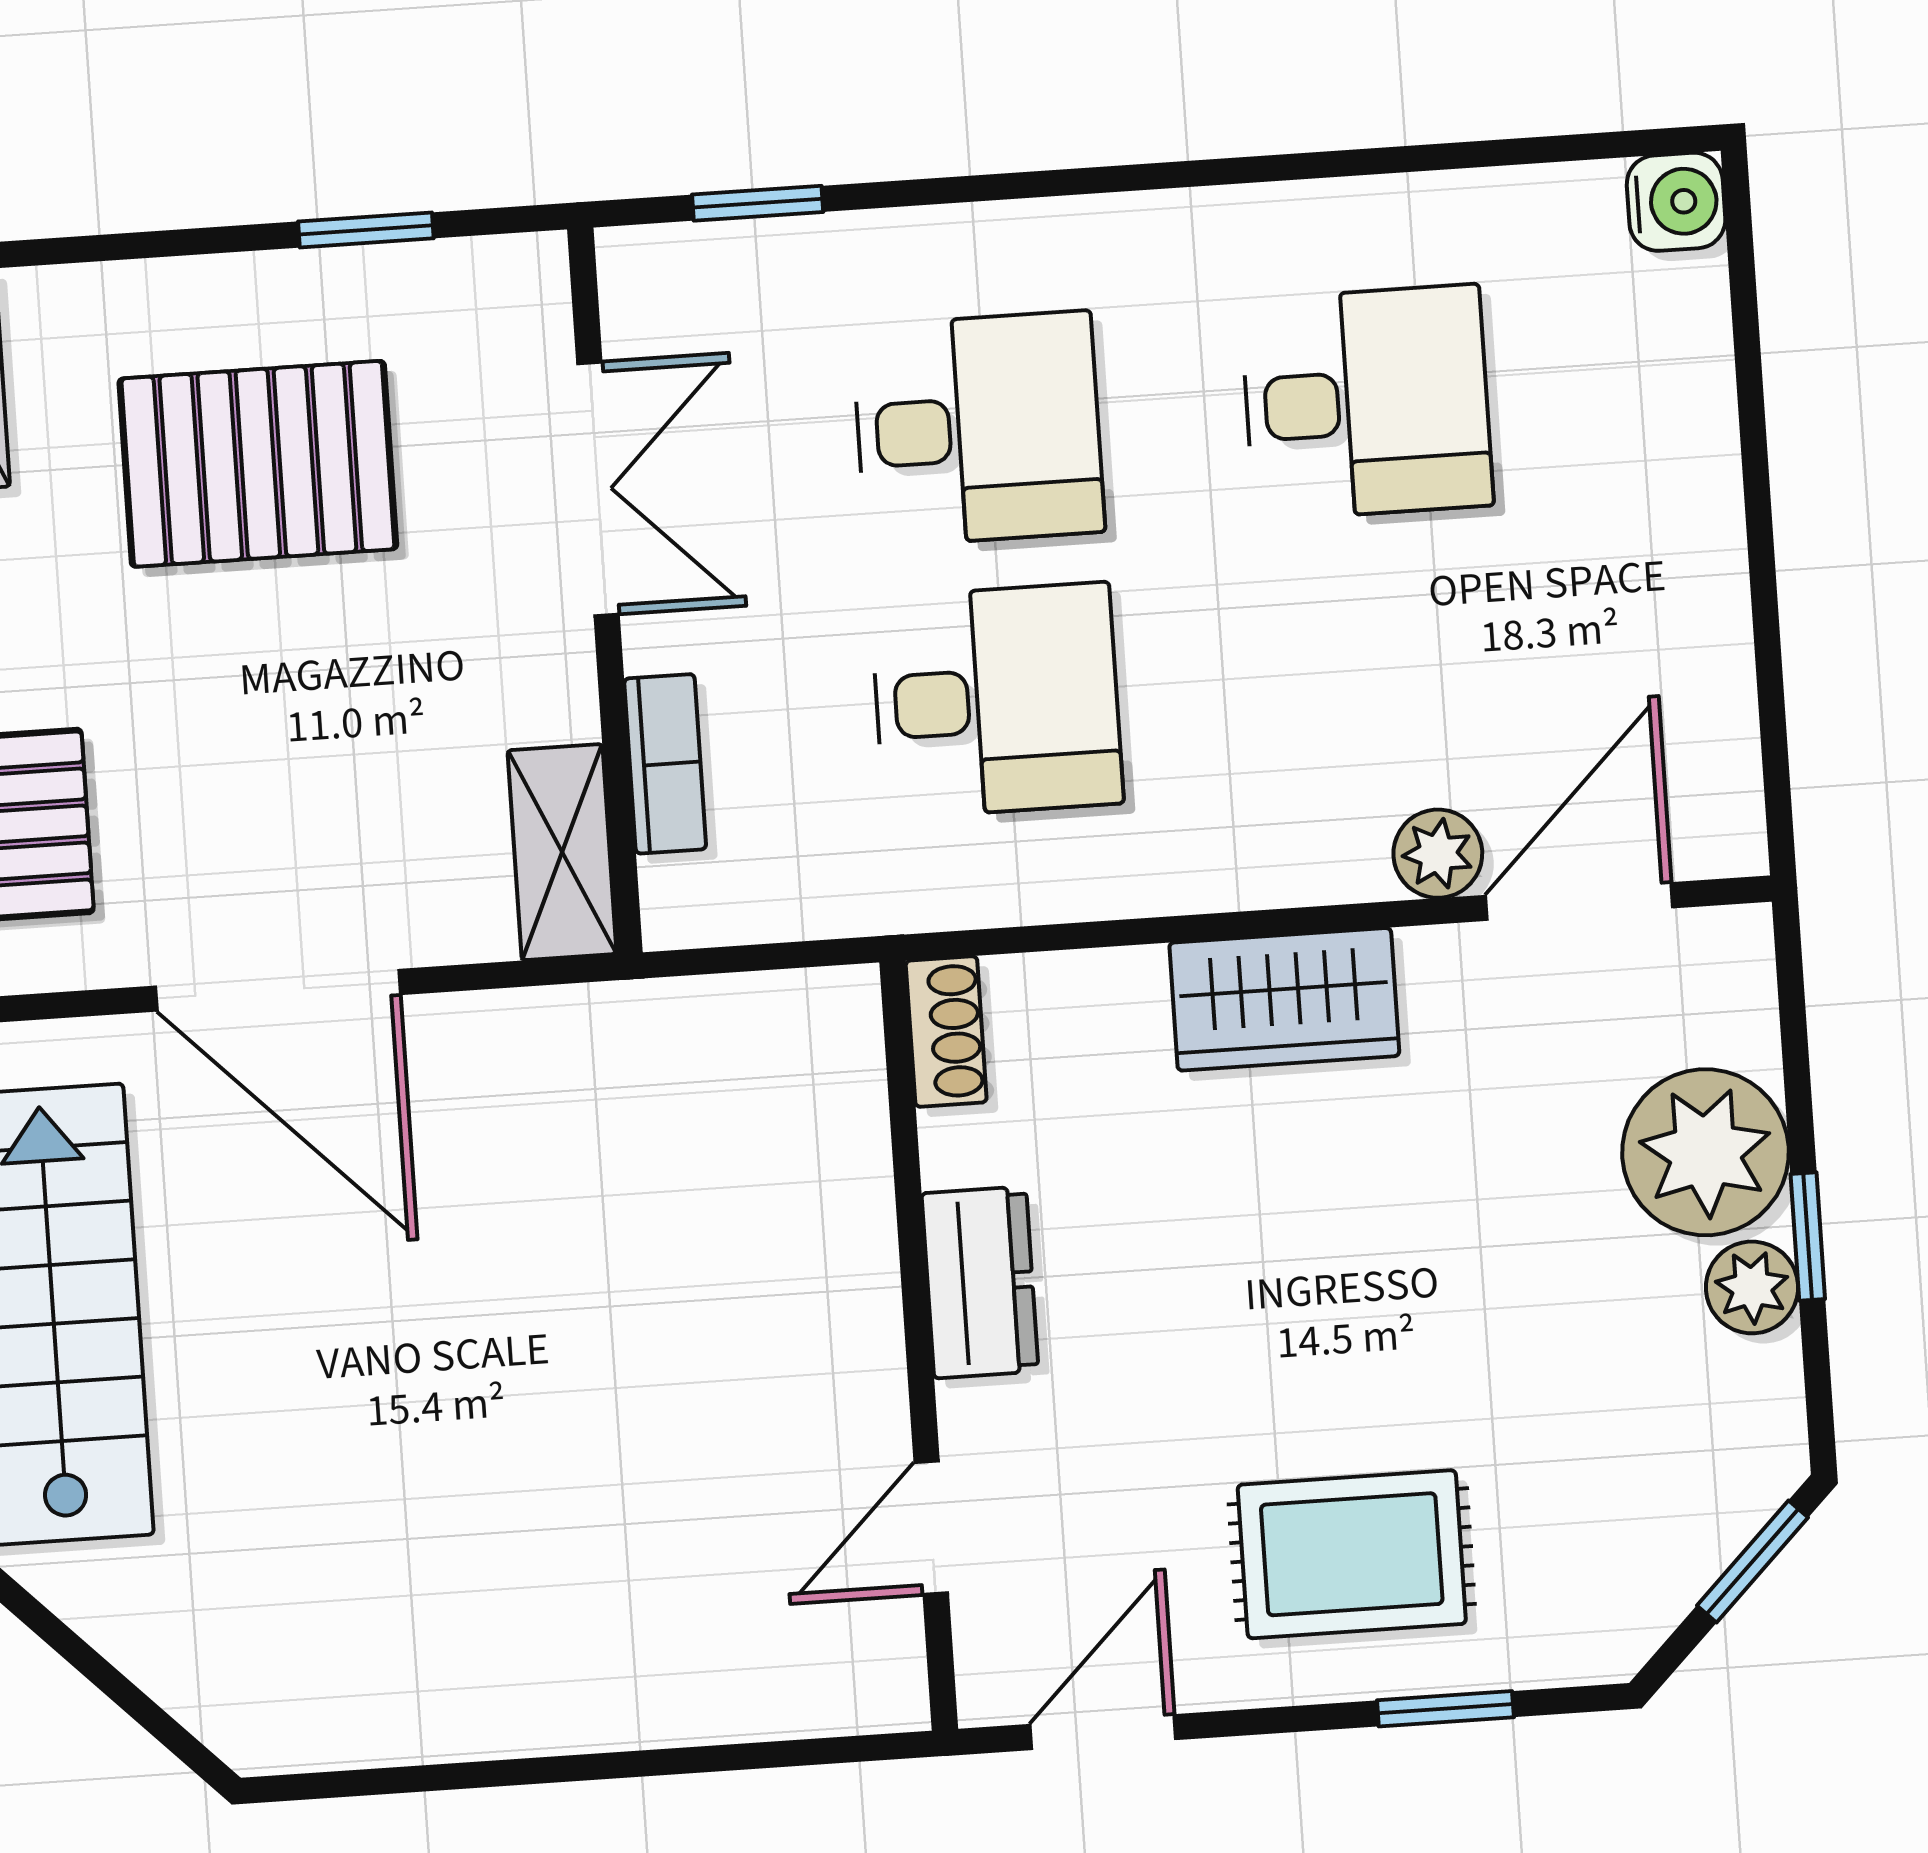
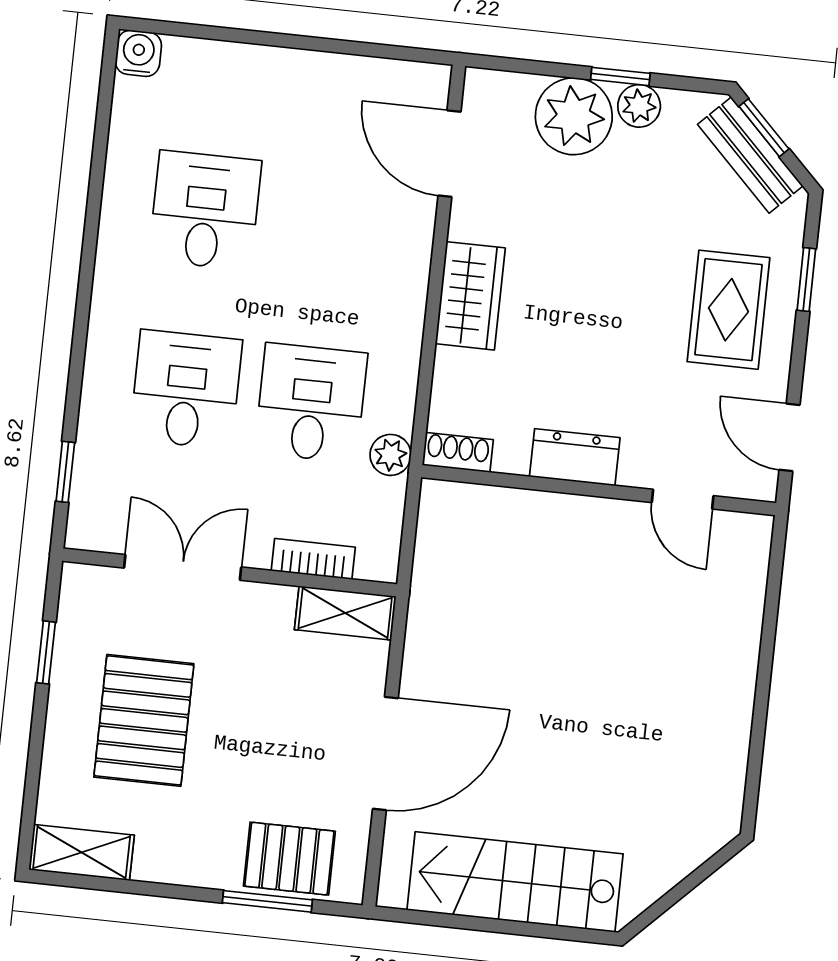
plant: (1438, 854) -> (391, 455), moved
bench: (1689, 1543) -> (750, 155), added

